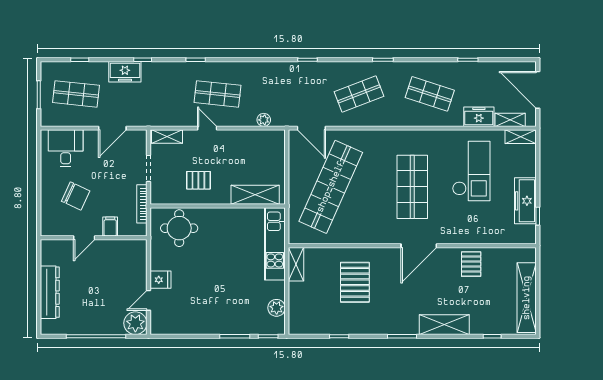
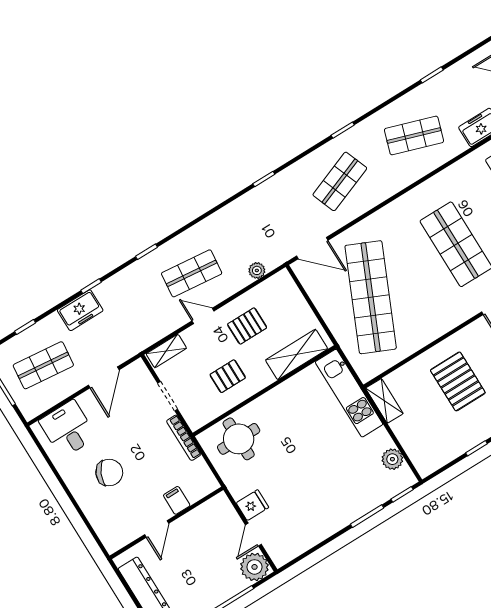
pallet: (233, 154) -> (247, 326), added
filing cabinet: (110, 227) -> (177, 500), moved
door: (84, 238) -> (157, 529), moved
wall: (94, 238) -> (167, 523), moved

